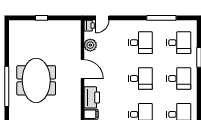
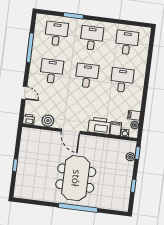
door: (102, 18) -> (24, 93), moved
door: (82, 69) -> (71, 131), swing flipped
meeting table: (36, 80) -> (76, 178), turned 90

